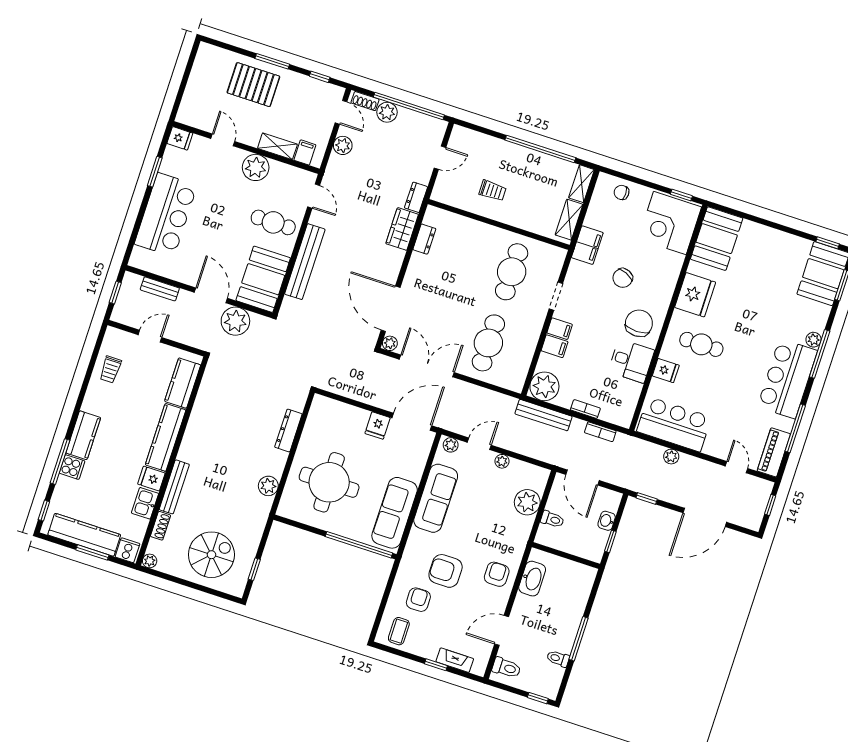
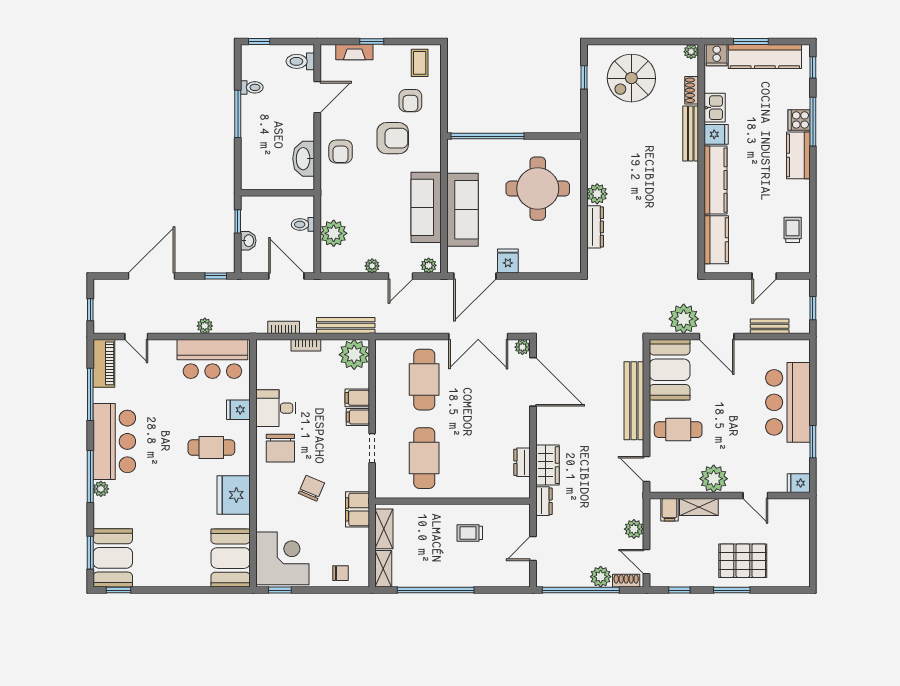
plant: (268, 486) -> (597, 194), moved
sofa: (395, 513) -> (462, 210), moved

